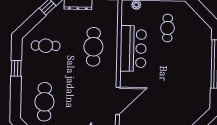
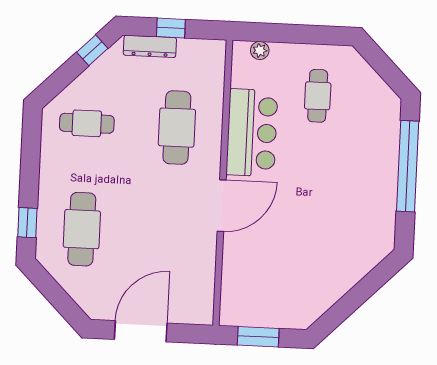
window: (16, 68) -> (27, 223), moved
door: (118, 101) -> (222, 206), moved

